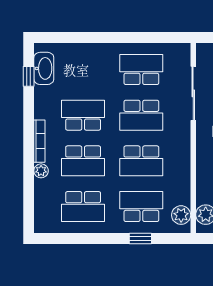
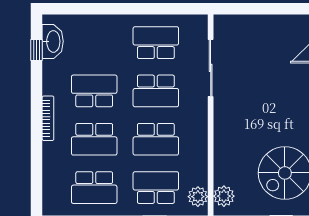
plant: (41, 171) -> (50, 150), removed

